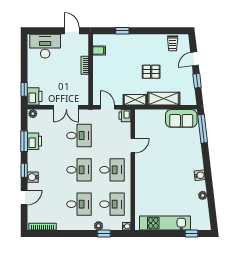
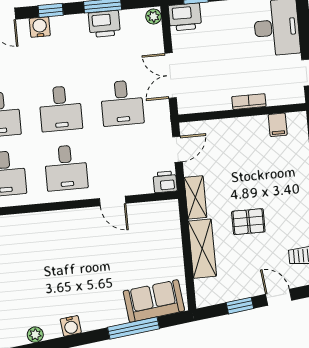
pallet: (151, 72) -> (248, 222), turned 90
sofa: (181, 118) -> (154, 301), moved, turned 83
window: (203, 129) -> (134, 328), moved

